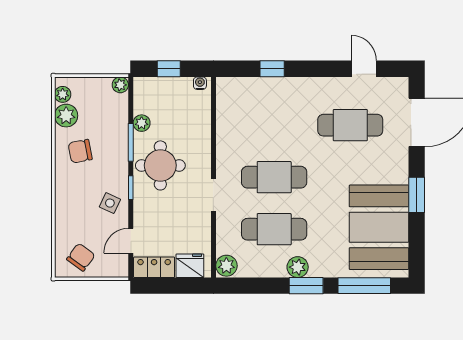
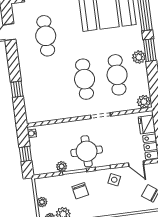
plant: (120, 85) -> (42, 202), moved
chair: (80, 151) -> (80, 191), moved

